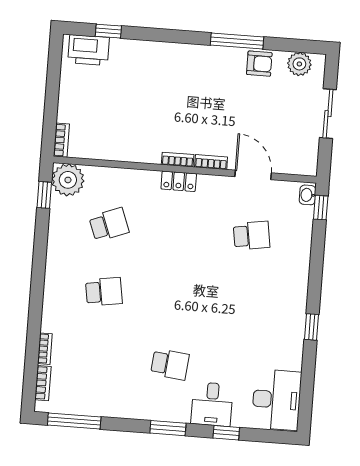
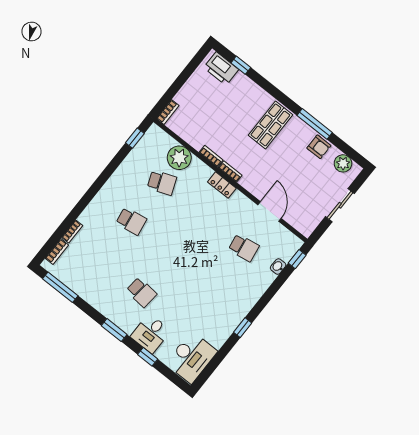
shop shelf: (188, 76) -> (270, 125), added
bookcase: (211, 162) -> (211, 156), moved
plant: (68, 180) -> (179, 158), moved
washbasin: (308, 195) -> (278, 266), moved

